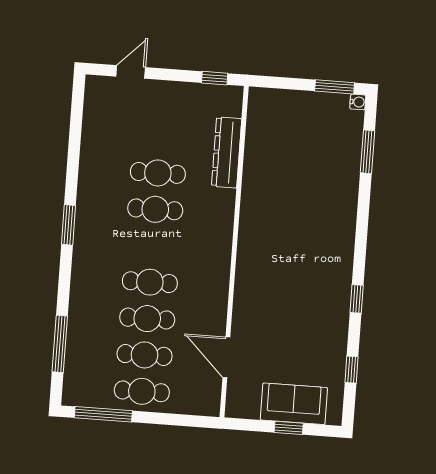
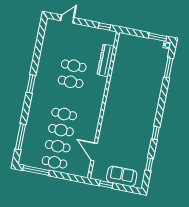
window: (289, 428) -> (106, 184), moved

